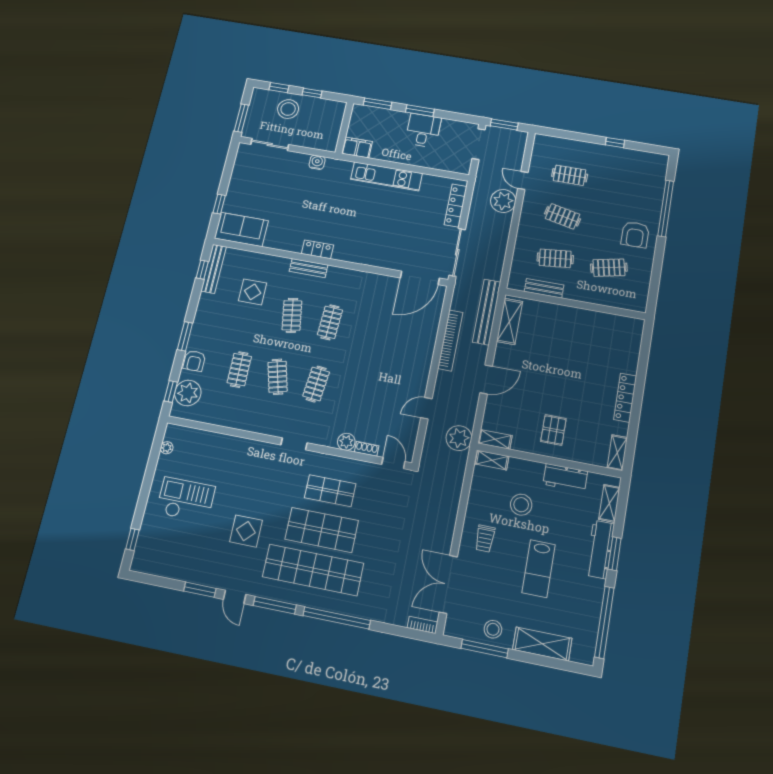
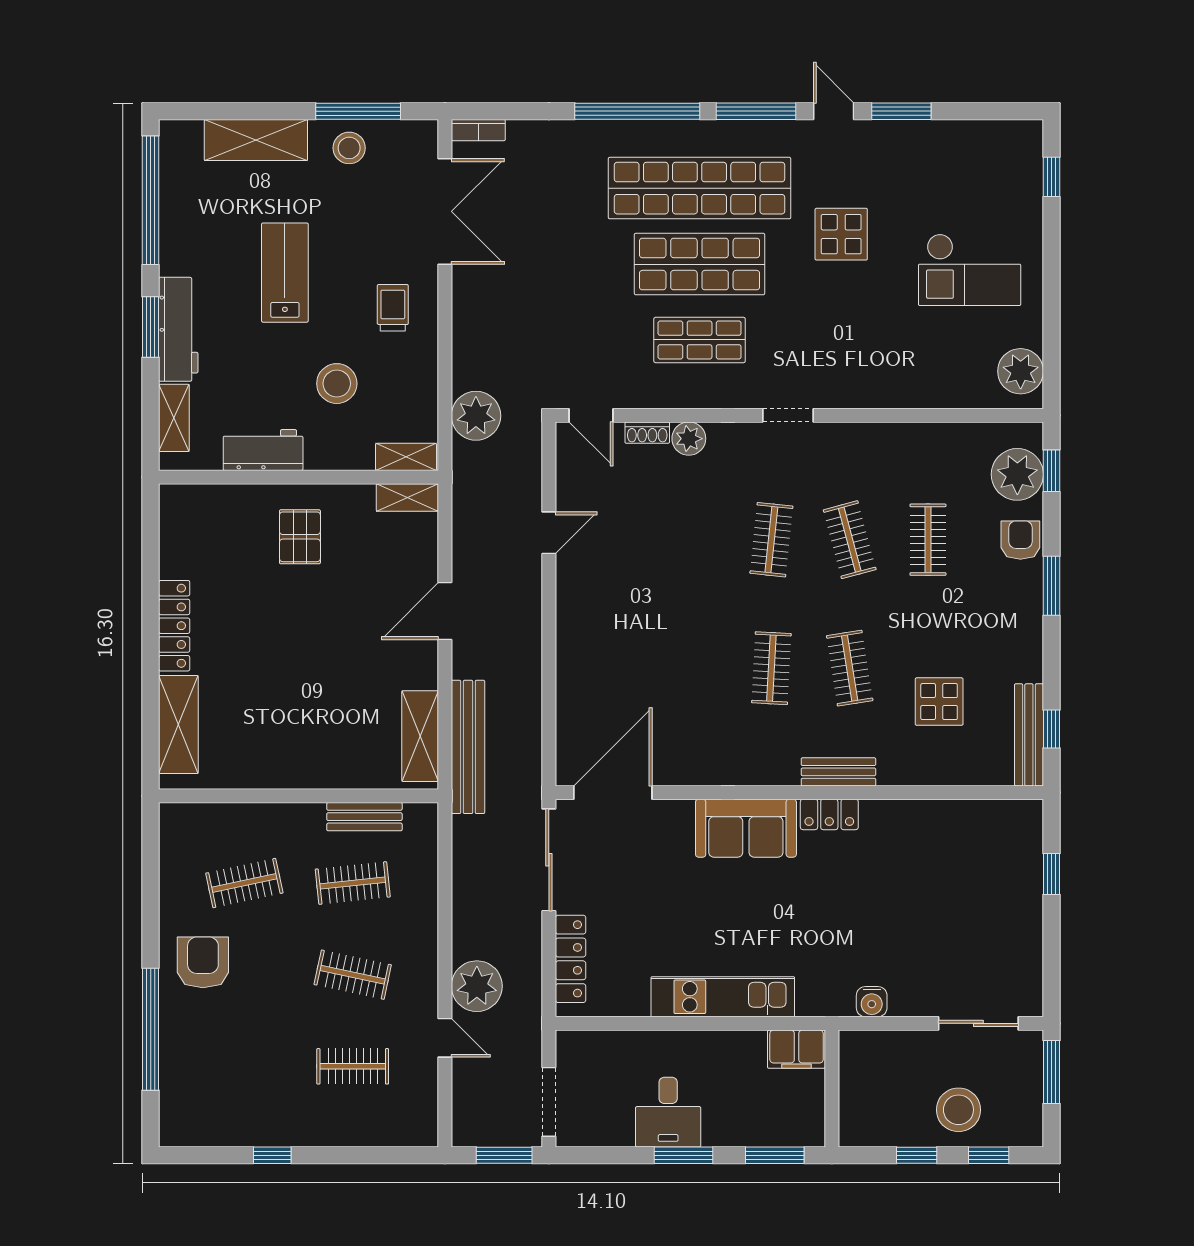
sofa: (241, 229) -> (746, 828), moved
bookcase: (450, 340) -> (528, 676), removed
plant: (459, 438) -> (476, 416), moved
plant: (167, 448) -> (1021, 371), width x1.87, depth x1.87
shelving: (617, 453) -> (178, 724), moved, width x1.50, depth x1.33

